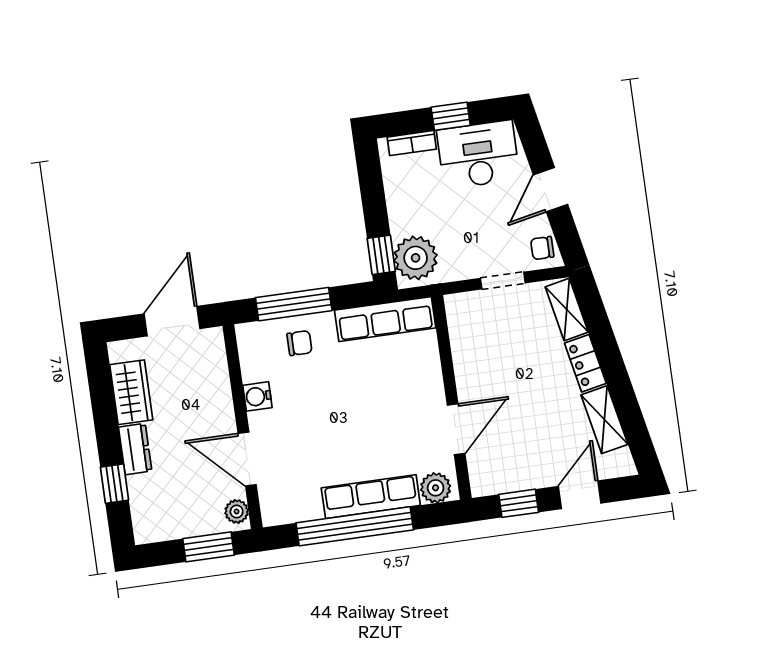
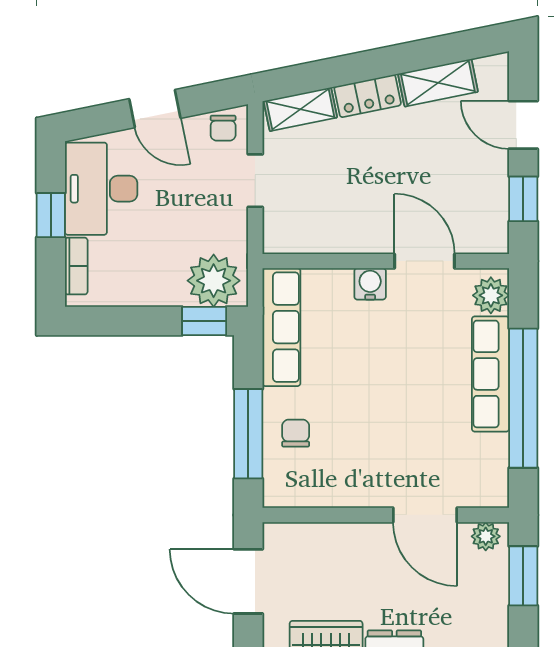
water cooler: (257, 396) -> (370, 284), moved, turned 180
door: (247, 459) -> (425, 515), hinge flipped

